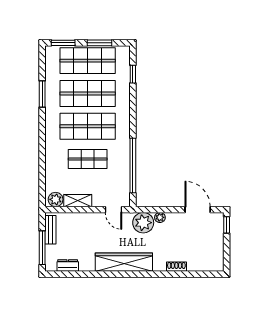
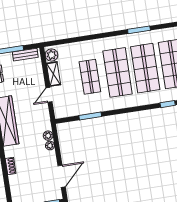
window: (133, 166) -> (90, 116), width x0.47
door: (113, 210) -> (49, 95), moved
plant: (143, 223) -> (48, 136), width x0.53, depth x0.53

